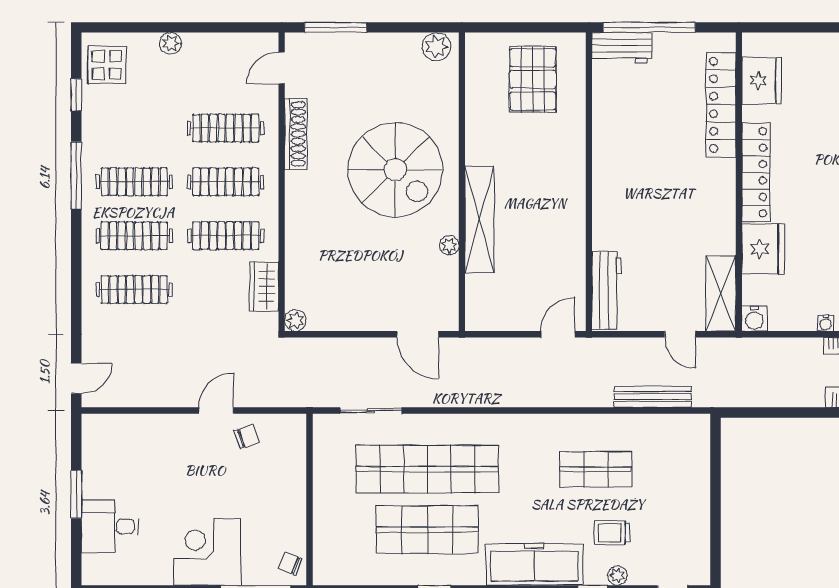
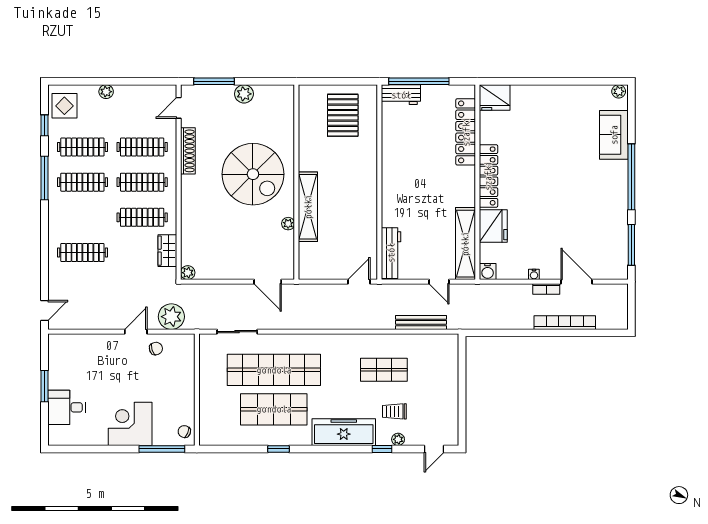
plant: (436, 47) -> (244, 94), moved
fridge: (762, 81) -> (495, 97), moved, turned 90
clothes rail: (134, 236) -> (82, 147), moved
shelving: (721, 293) -> (465, 244), width x1.47
plant: (270, 388) -> (171, 317), added

